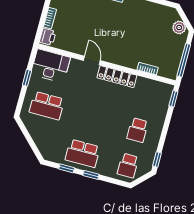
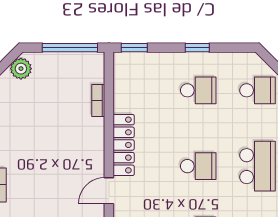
school desk: (92, 118) -> (198, 166), added
window: (157, 159) -> (197, 48), moved

